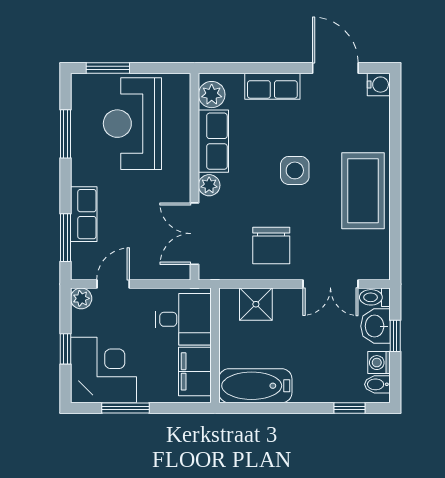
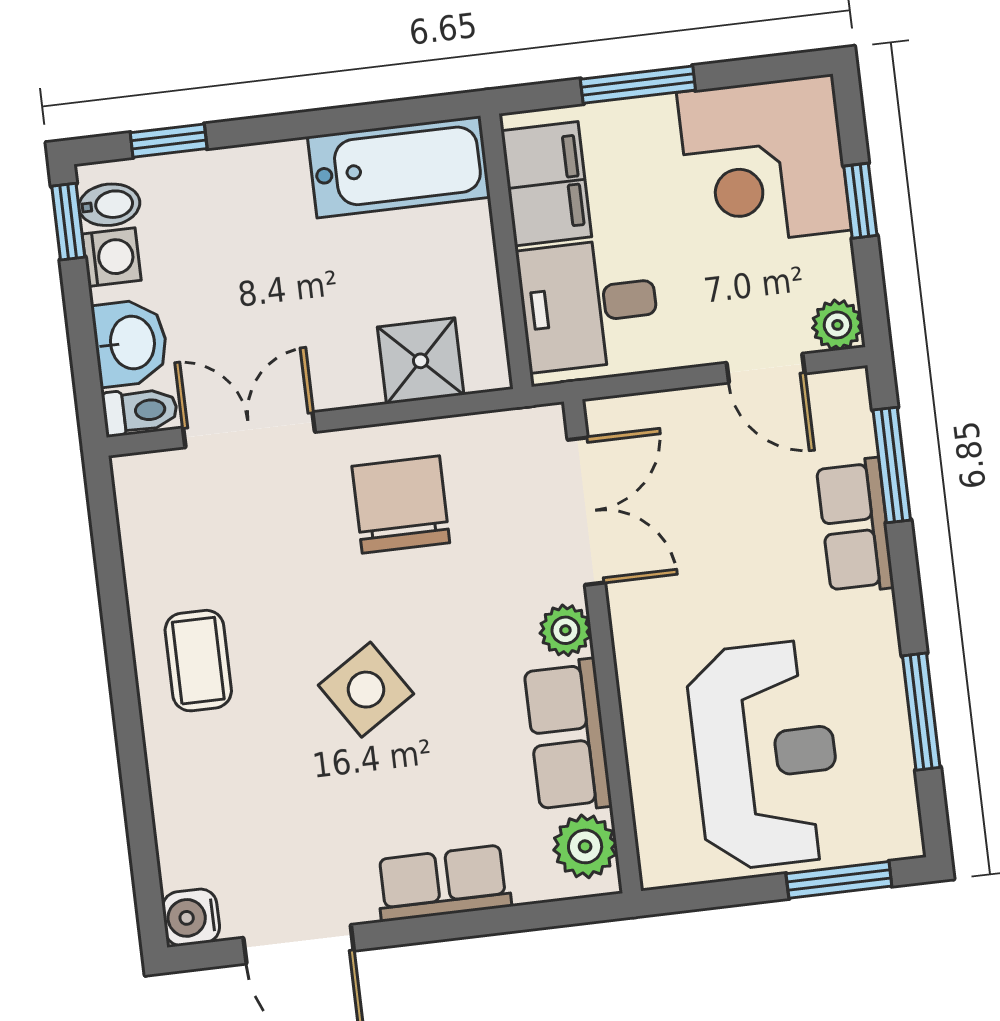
side table: (295, 170) -> (366, 690), turned -33
coffee table: (363, 191) -> (198, 661), width x0.54, depth x0.58
door: (113, 284) -> (766, 368), hinge flipped
window: (395, 336) -> (68, 222), moved
window: (125, 408) -> (638, 85), moved

